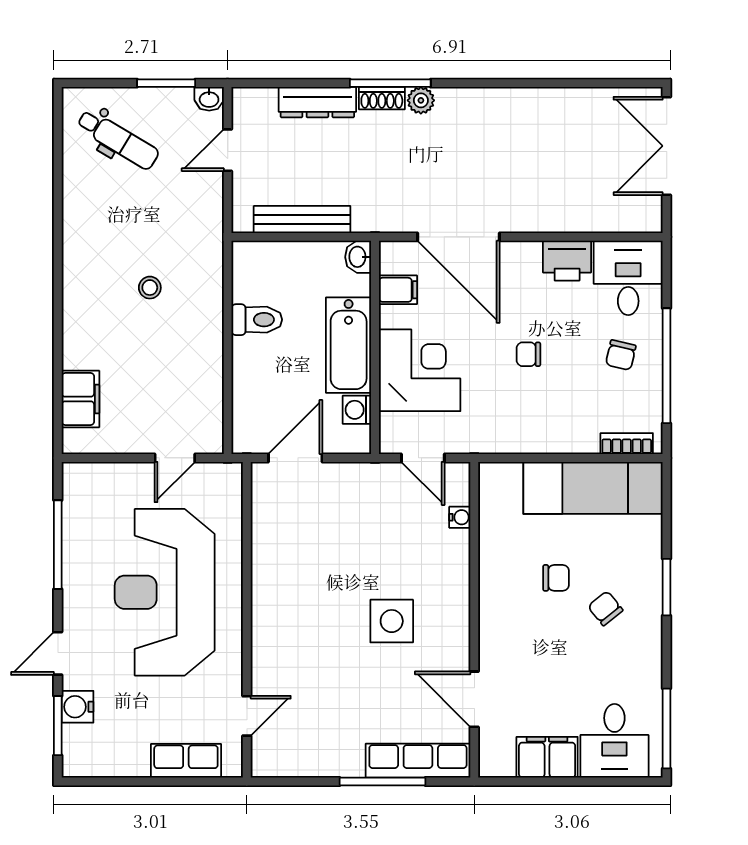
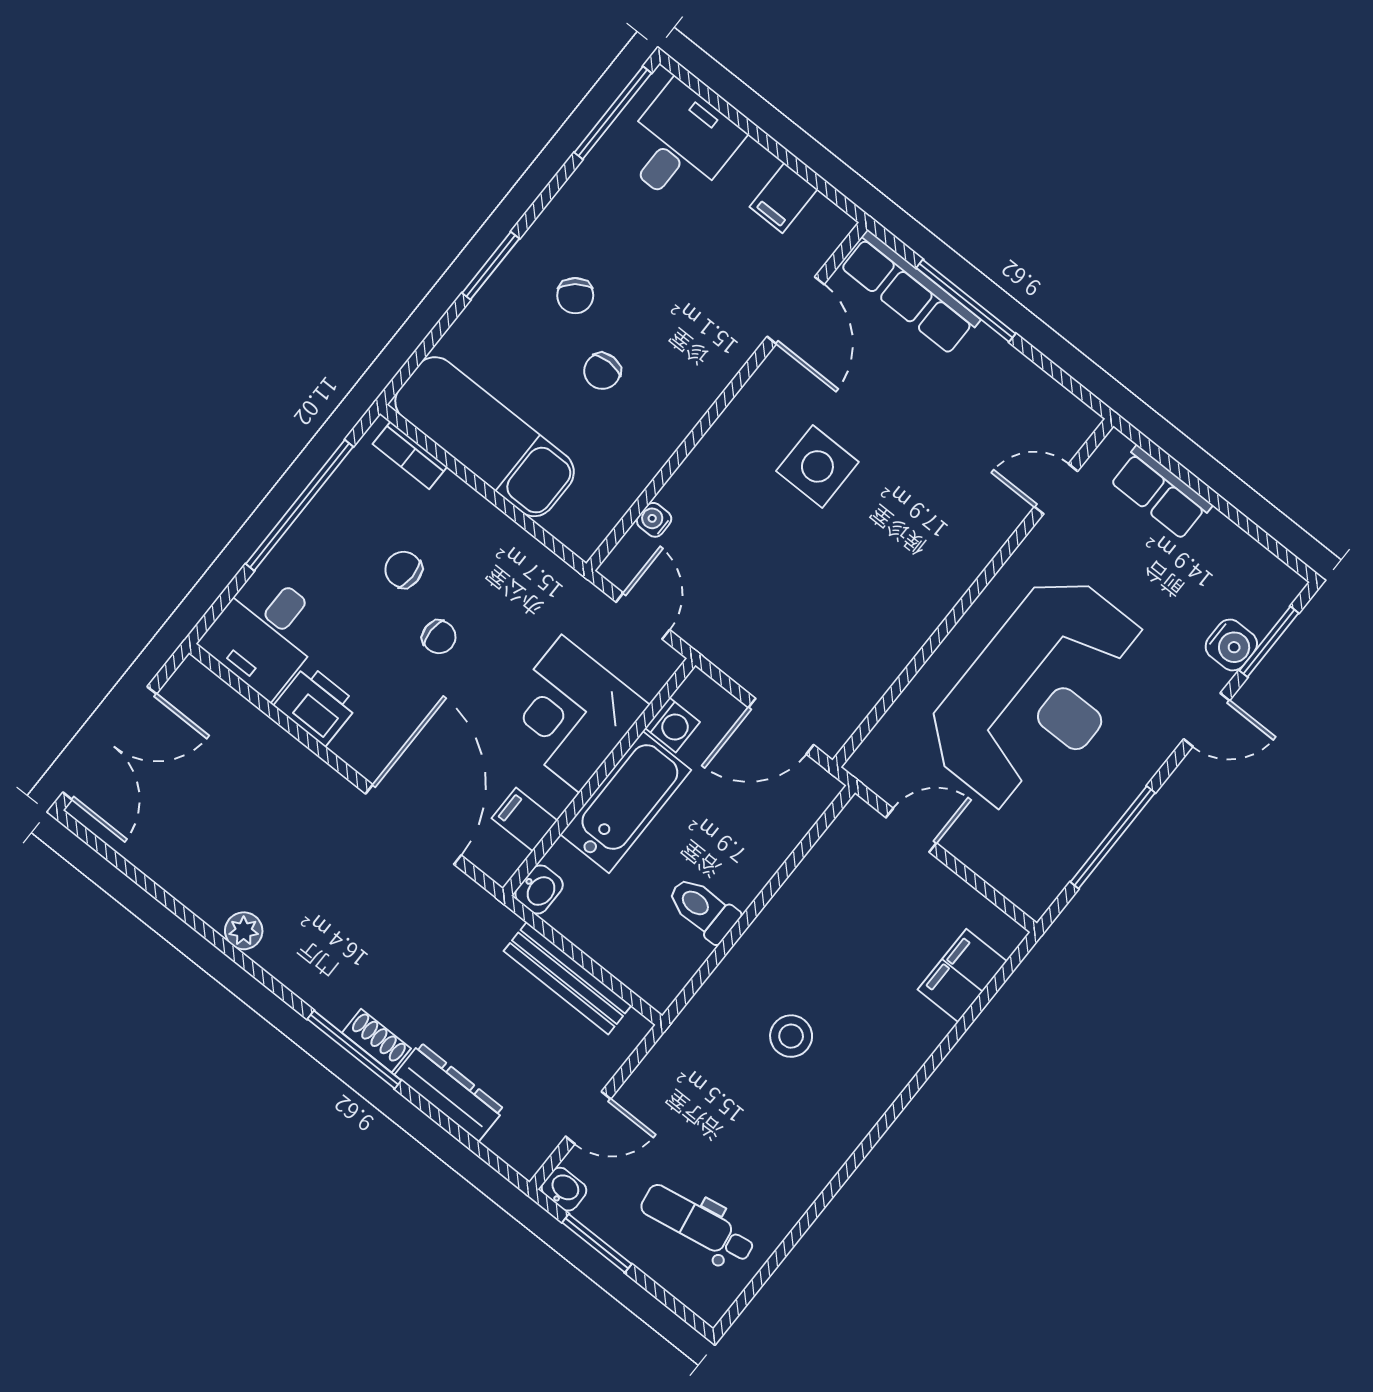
plant: (421, 100) -> (244, 931), moved
dental chair: (118, 139) -> (698, 1224), turned -41
stool: (150, 288) -> (791, 1036), width x1.37, depth x1.37
chair: (621, 355) -> (403, 570), moved, turned -103
chair: (556, 578) -> (602, 371), turned -90
filing cabinet: (547, 757) -> (784, 198), width x0.50

